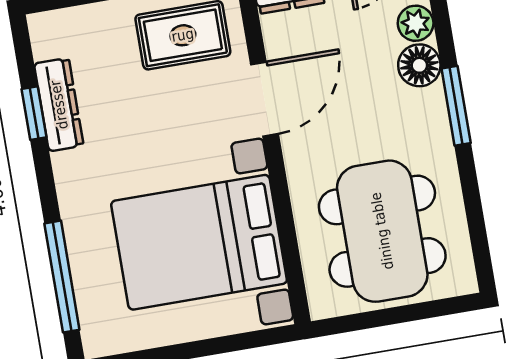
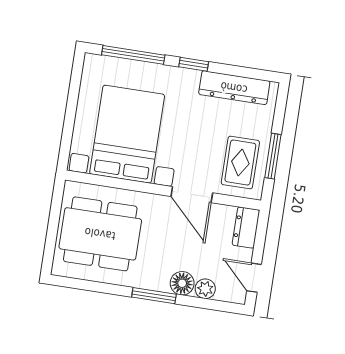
dresser: (59, 105) -> (234, 88), width x1.37, depth x1.24
window: (34, 113) -> (194, 64), moved

